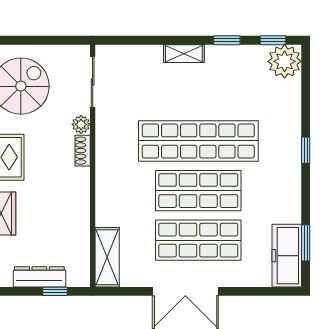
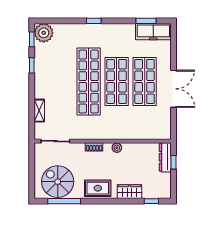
shelving: (184, 54) -> (39, 111), moved
plant: (81, 124) -> (117, 148), moved
shelving: (107, 257) -> (154, 133), removed
dresser: (39, 277) -> (165, 157), moved

